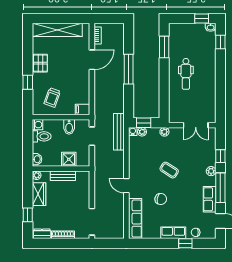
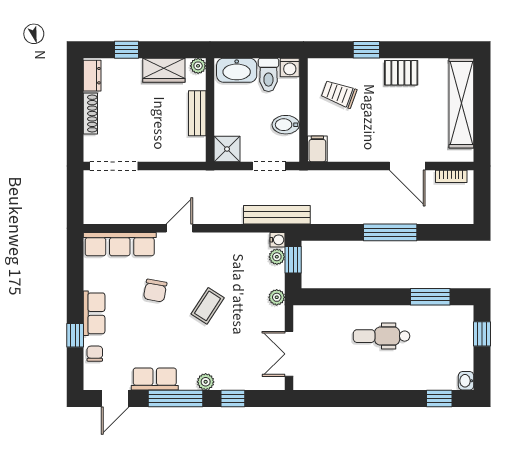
window: (202, 18) -> (482, 334), moved
washbasin: (37, 159) -> (237, 70), width x1.91, depth x1.45
shower: (69, 159) -> (227, 149), moved

